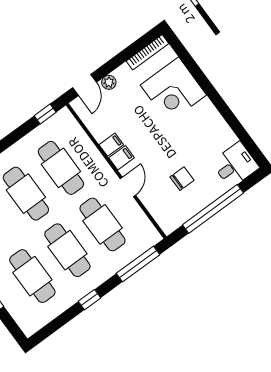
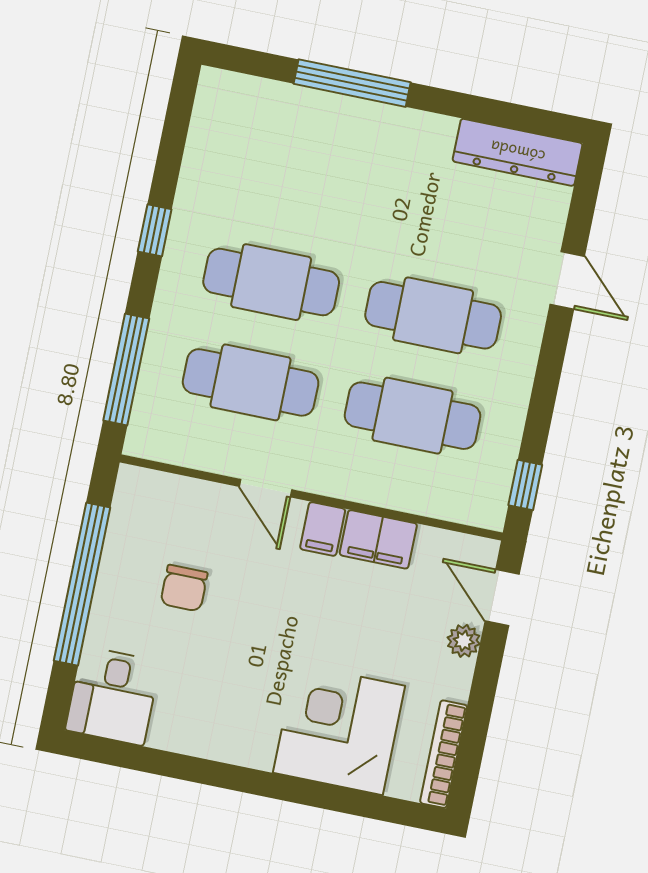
filing cabinet: (111, 145) -> (378, 539), width x2.00
cafe table: (32, 276) -> (292, 182), removed

